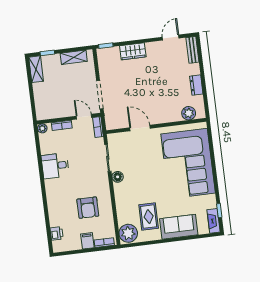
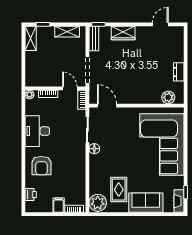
bench: (192, 50) -> (94, 39), moved
door: (140, 128) -> (107, 106), moved
desk: (55, 166) -> (37, 131), width x1.37
armchair: (88, 208) -> (41, 166), moved

